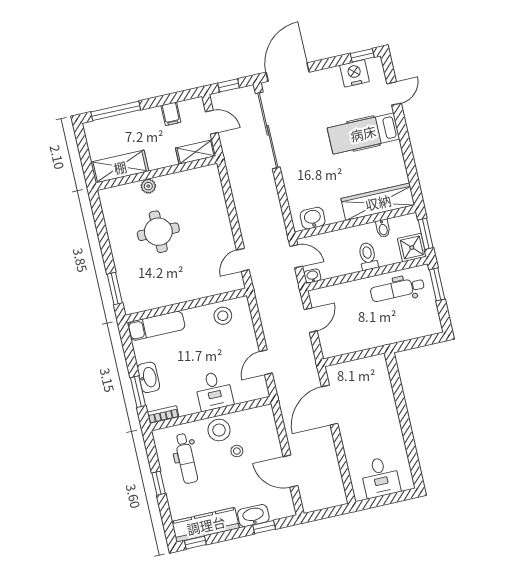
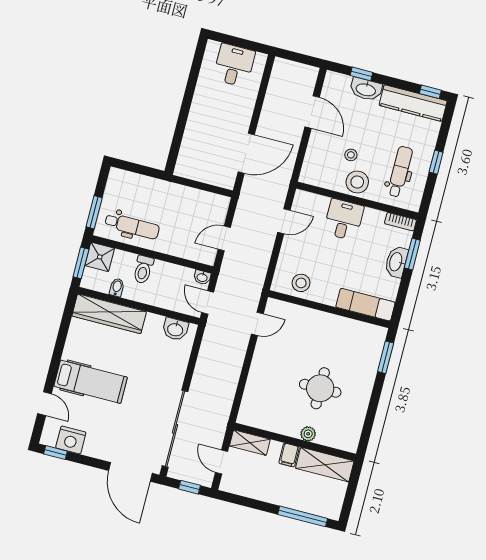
door: (288, 72) -> (130, 472), hinge flipped
door: (394, 93) -> (45, 404), swing flipped
filing cabinet: (171, 114) -> (289, 455), moved, turned 180

